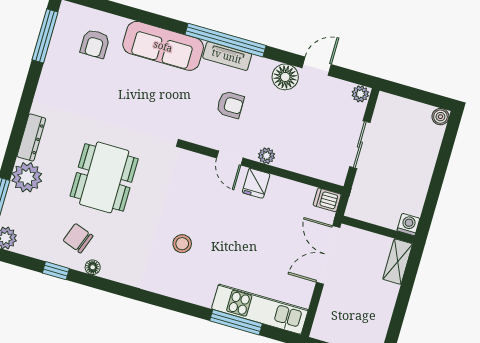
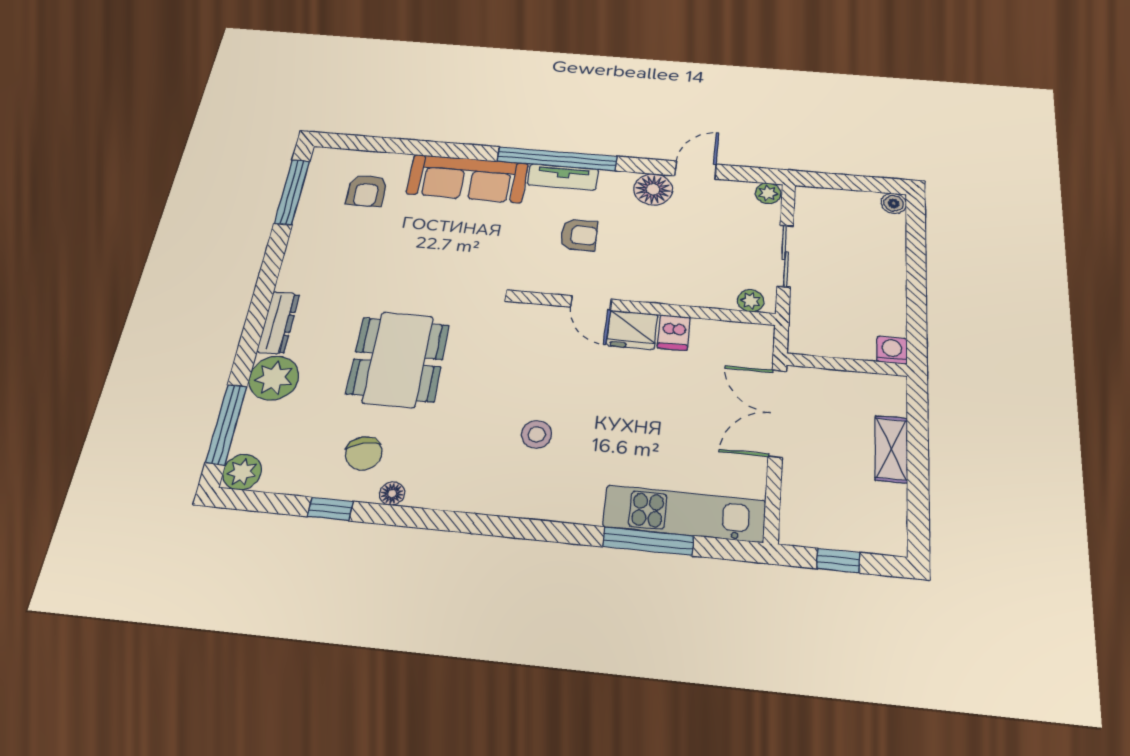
plant: (266, 156) -> (751, 301), moved
fridge: (256, 183) -> (632, 330), width x1.38
dishwasher: (327, 200) -> (674, 333), moved, turned -90
chair: (78, 238) -> (364, 453), turned -125
shelving: (398, 262) -> (891, 449), moved

